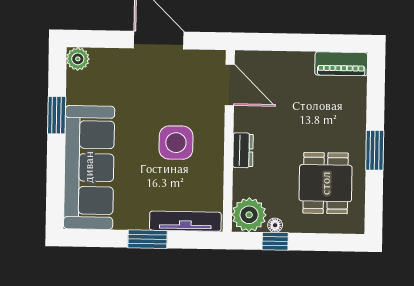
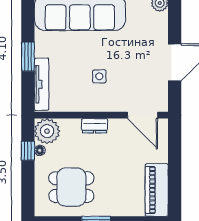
piano: (341, 64) -> (157, 190), width x1.37, depth x1.33
door: (230, 85) -> (142, 115), hinge flipped
side table: (176, 143) -> (99, 76), width x0.54, depth x0.54

